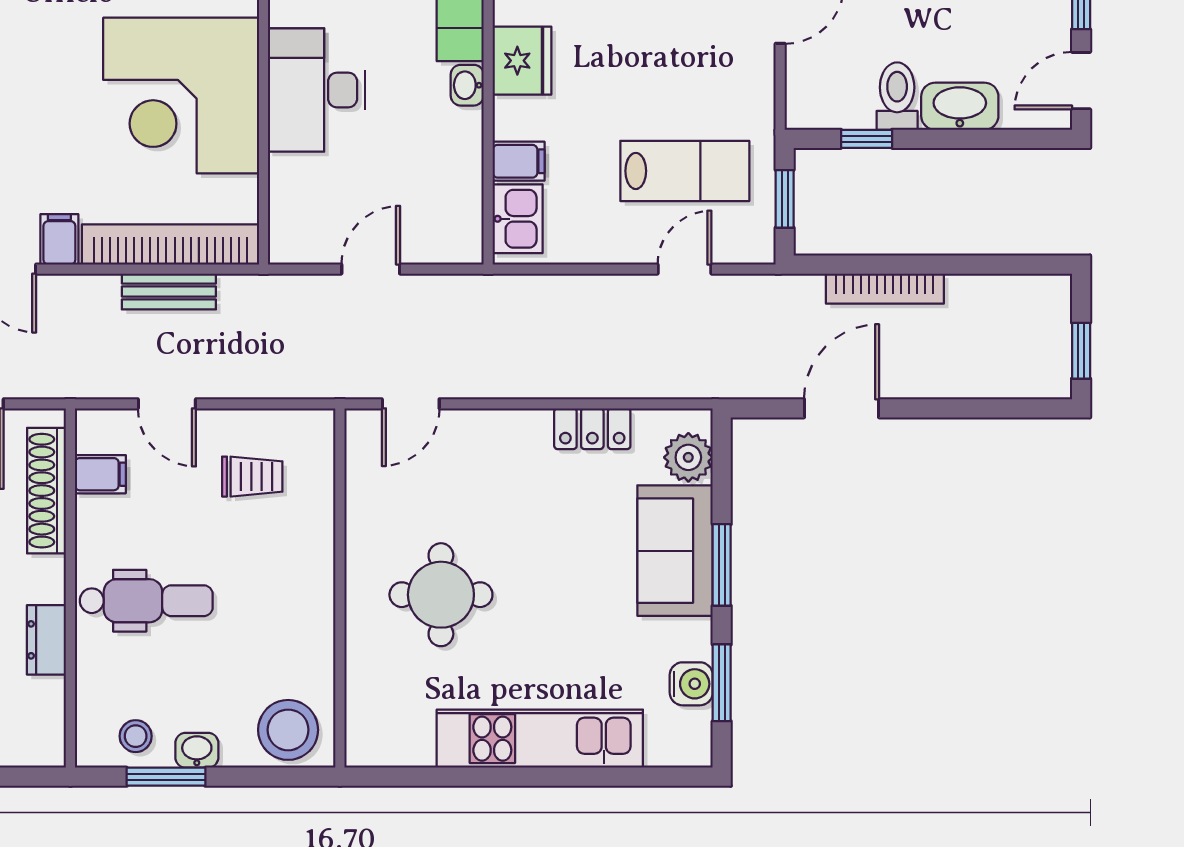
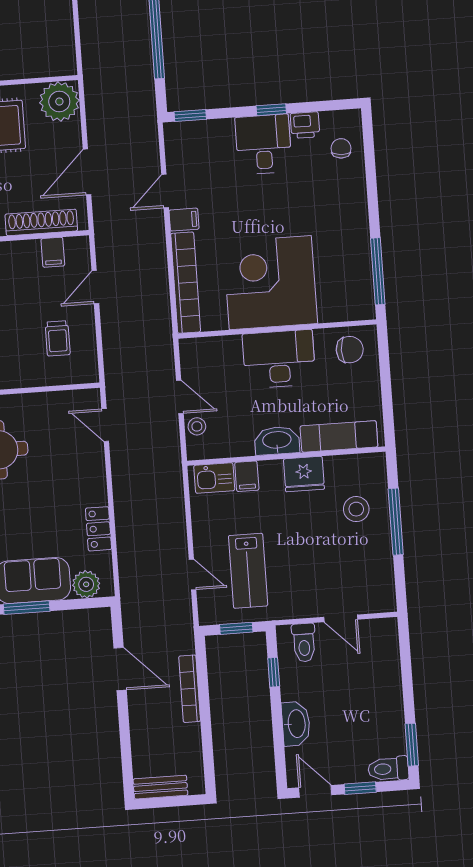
washbasin: (467, 85) -> (277, 441), width x1.91, depth x1.45
toilet: (897, 96) -> (304, 643), moved, turned 90
stool: (425, 243) -> (197, 426), added
bench: (169, 292) -> (160, 787), moved, turned 90
window: (1081, 351) -> (162, 802), removed

